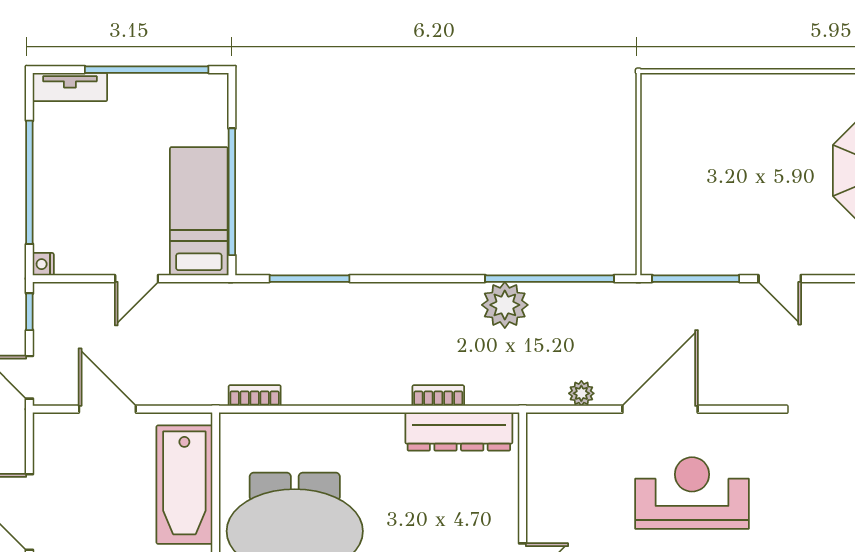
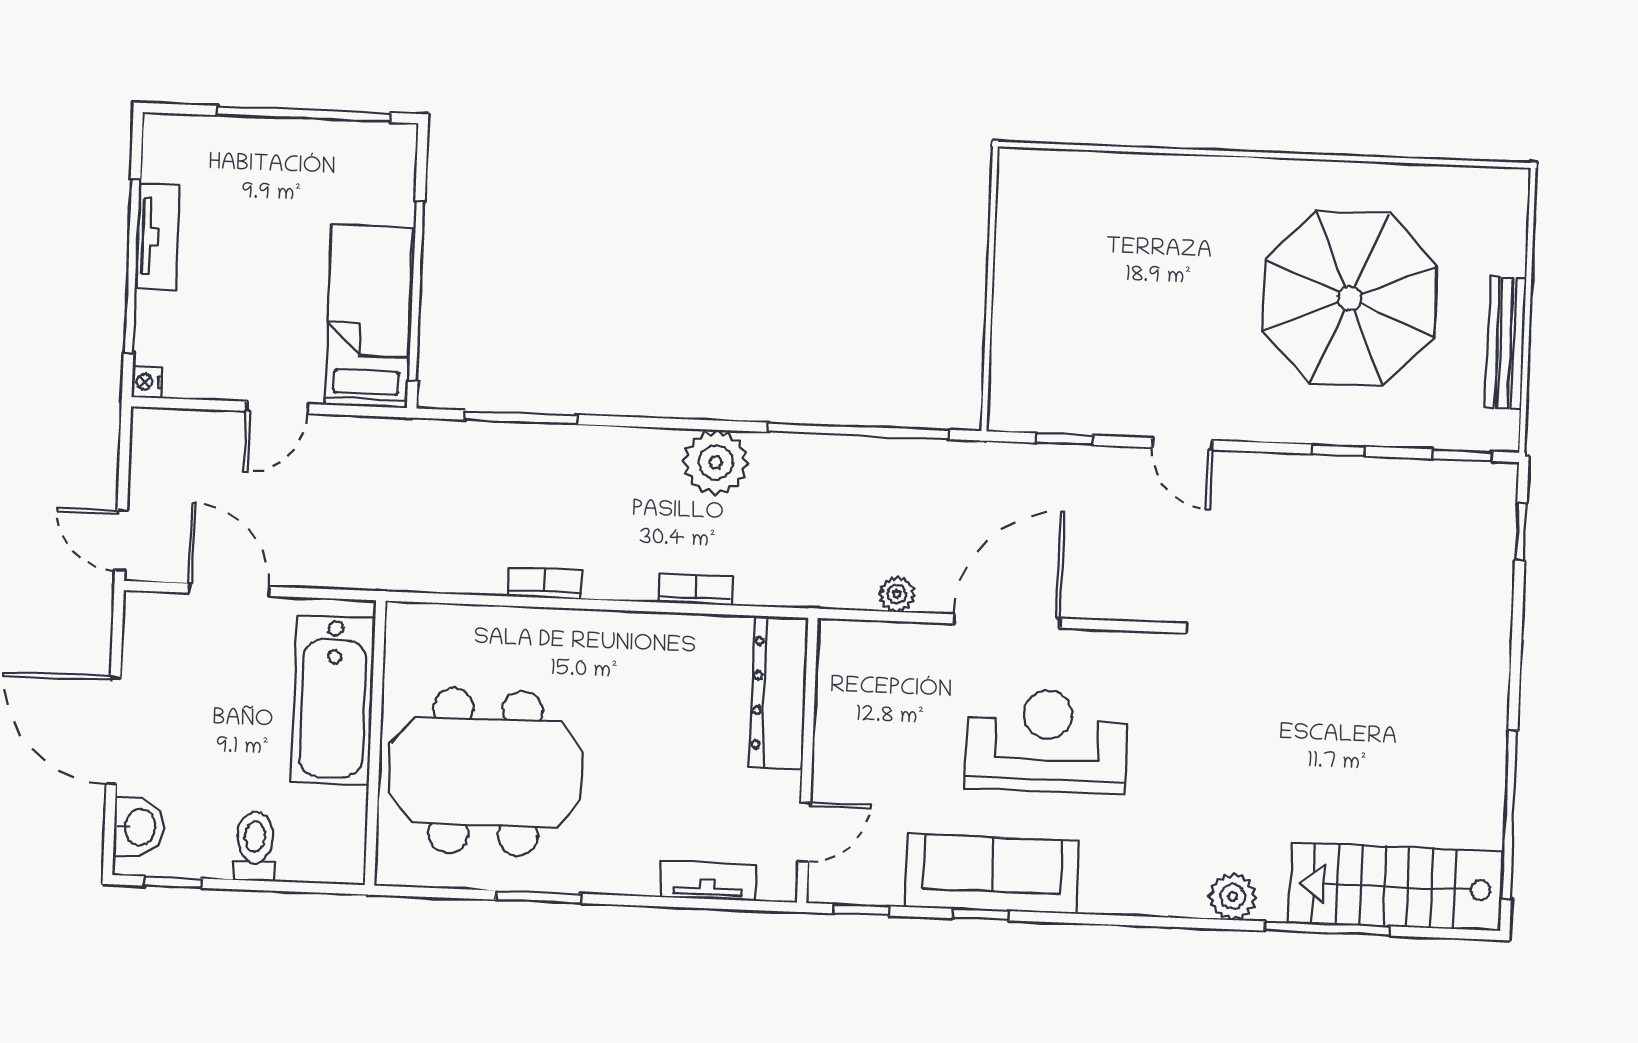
tv unit: (70, 87) -> (158, 237), moved, turned -90
window: (696, 279) -> (1064, 439), width x0.46
plant: (505, 305) -> (716, 462), moved
window: (29, 312) -> (125, 448), removed
bookcase: (255, 395) -> (545, 583), moved
dresser: (459, 432) -> (778, 694), moved, turned 90

